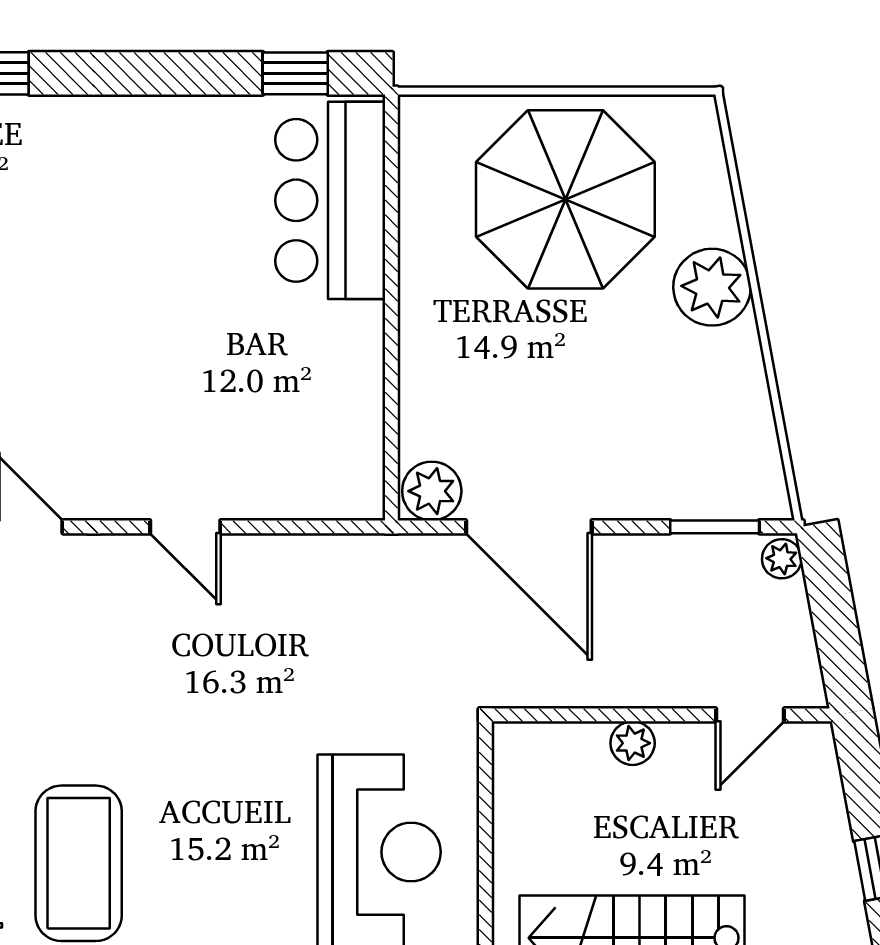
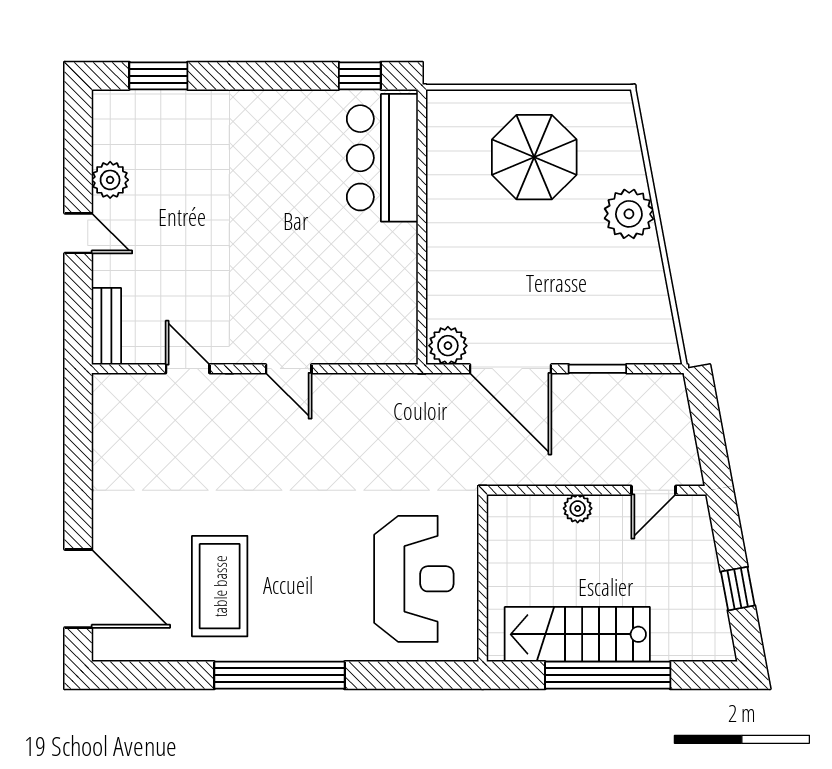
parasol: (565, 199) -> (534, 157), width x0.73, depth x0.73
window: (715, 527) -> (597, 369), moved
plant: (782, 559) -> (674, 389), removed

